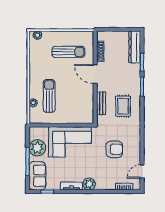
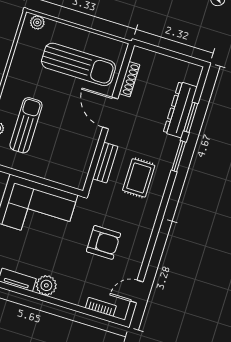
dresser: (135, 47) -> (180, 110), moved
sun lounger: (68, 52) -> (78, 64), width x1.36, depth x1.34

